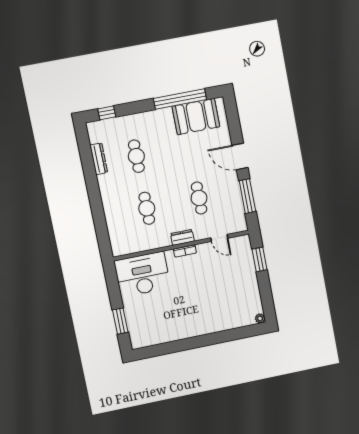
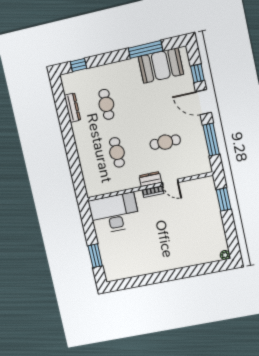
window: (180, 99) -> (146, 49), width x0.68
window: (234, 126) -> (197, 73), added
cafe table: (199, 198) -> (165, 142), turned 90
door: (219, 238) -> (170, 182), moved

